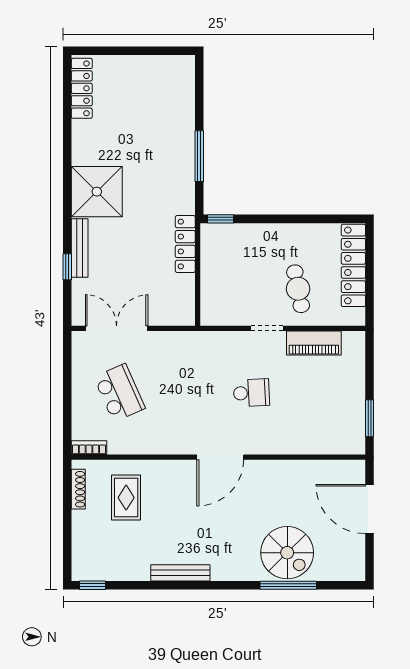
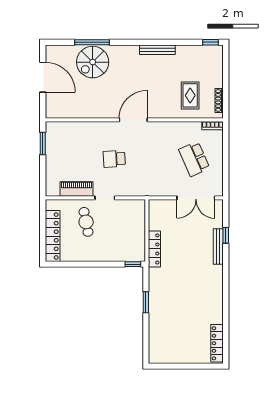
window: (199, 156) -> (146, 302), width x0.69
shower: (97, 192) -> (208, 281), removed
door: (369, 509) -> (43, 77), moved
spiral stairs: (287, 553) -> (93, 62), turned -90

